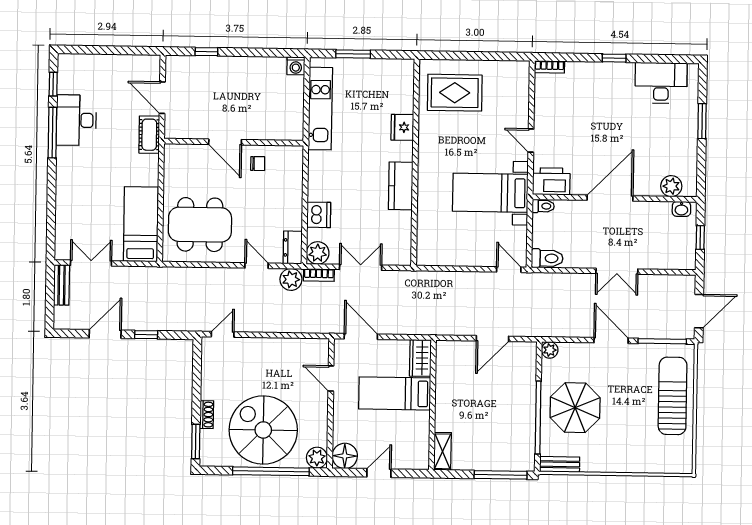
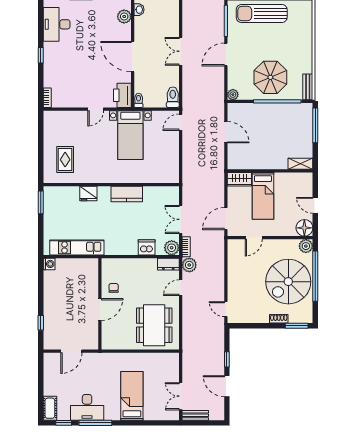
window: (353, 54) -> (41, 202), moved
rug: (455, 93) -> (65, 160), width x0.73, depth x0.70
cot: (149, 135) -> (50, 408), moved, turned 90
bed: (141, 224) -> (132, 396), moved, turned 90
double door: (617, 271) -> (181, 51), swing flipped

